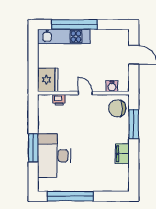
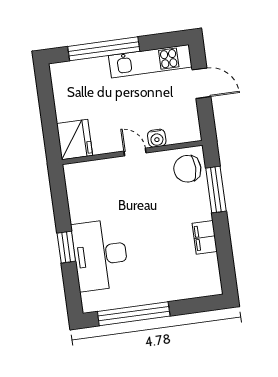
kitchen unit: (64, 36) -> (150, 61), moved
water cooler: (112, 86) -> (157, 138), moved
printer: (59, 100) -> (96, 168), removed
window: (33, 148) -> (66, 247), width x0.69

